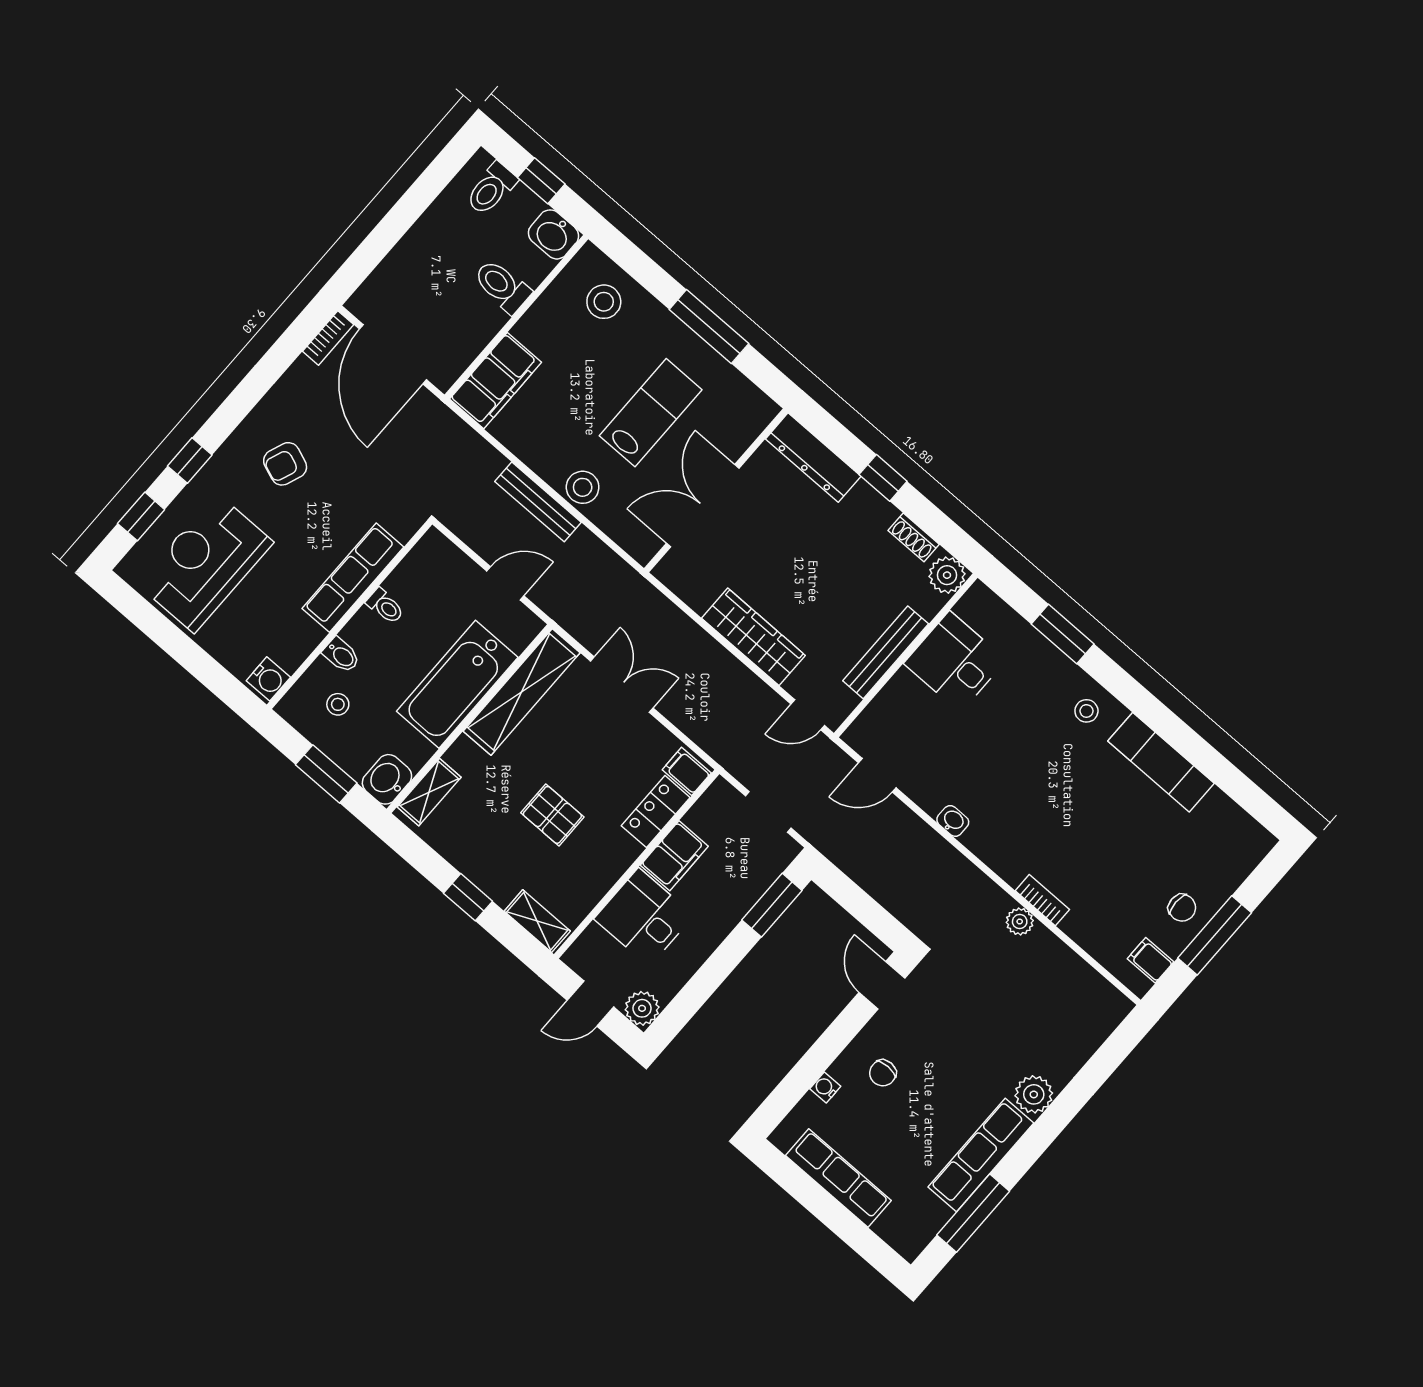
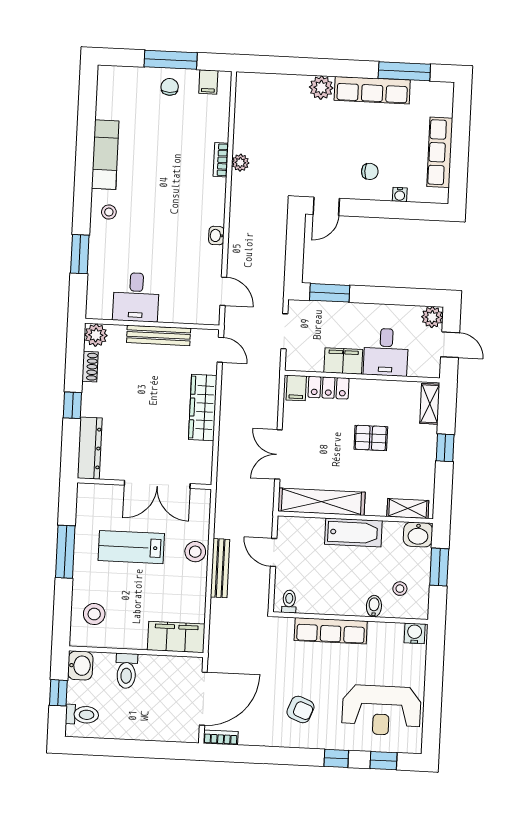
toilet: (385, 606) -> (289, 601), moved
bathtub: (457, 684) -> (353, 532), width x0.73, depth x0.73
pallet: (552, 815) -> (371, 438), turned 90

